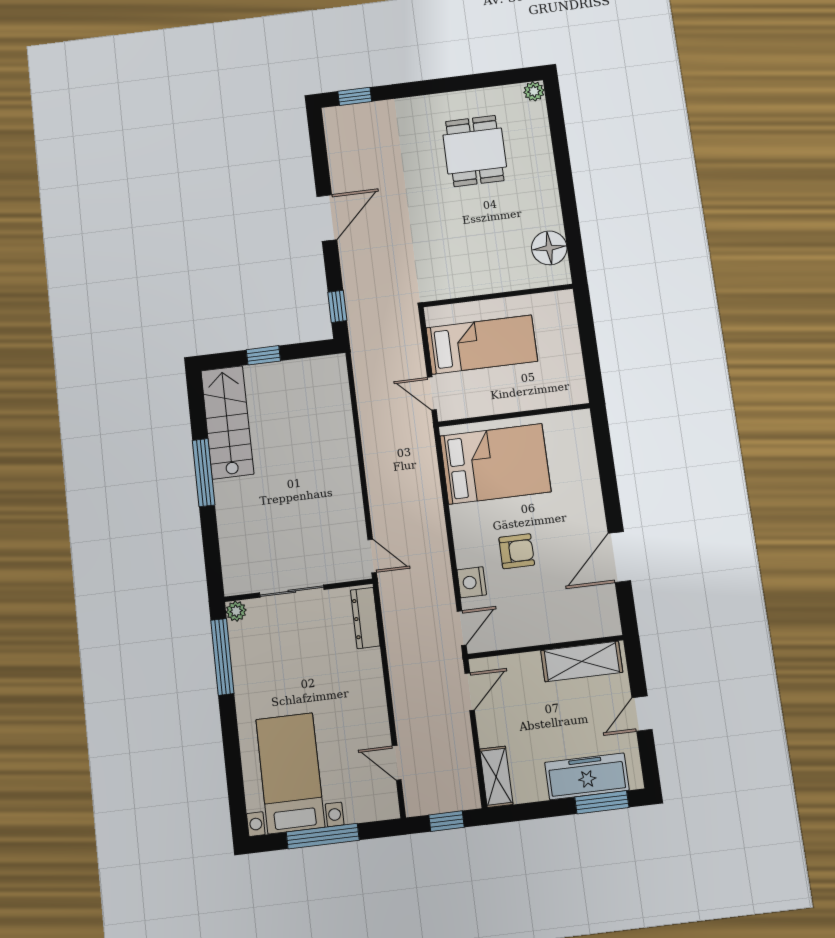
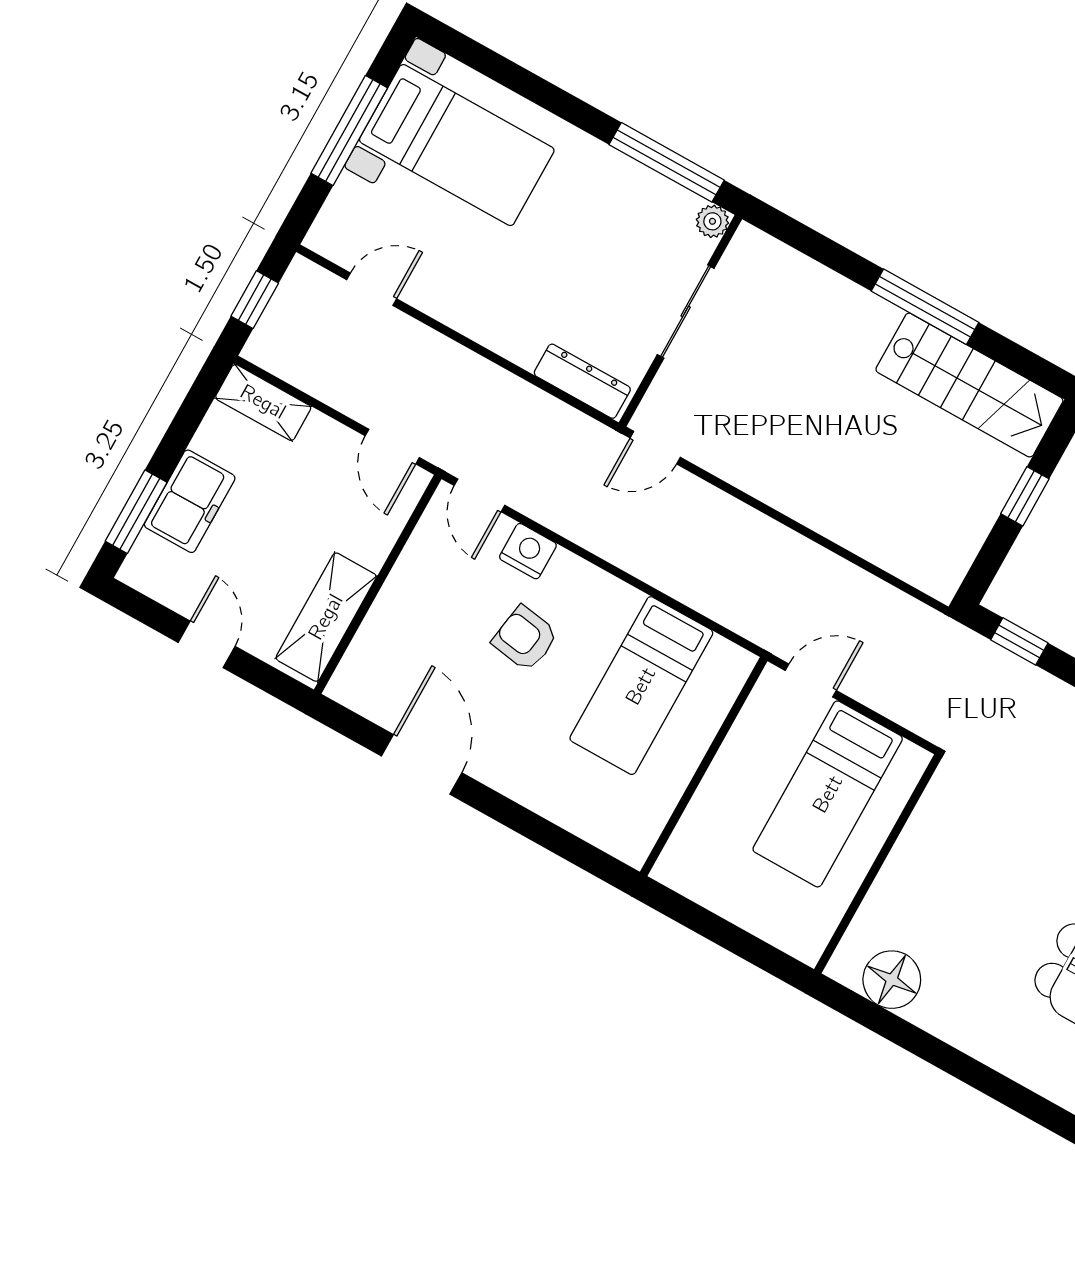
bed: (495, 464) -> (641, 686), width x0.67
armchair: (517, 551) -> (525, 638), turned 99
freezer: (587, 776) -> (190, 501), width x0.71

